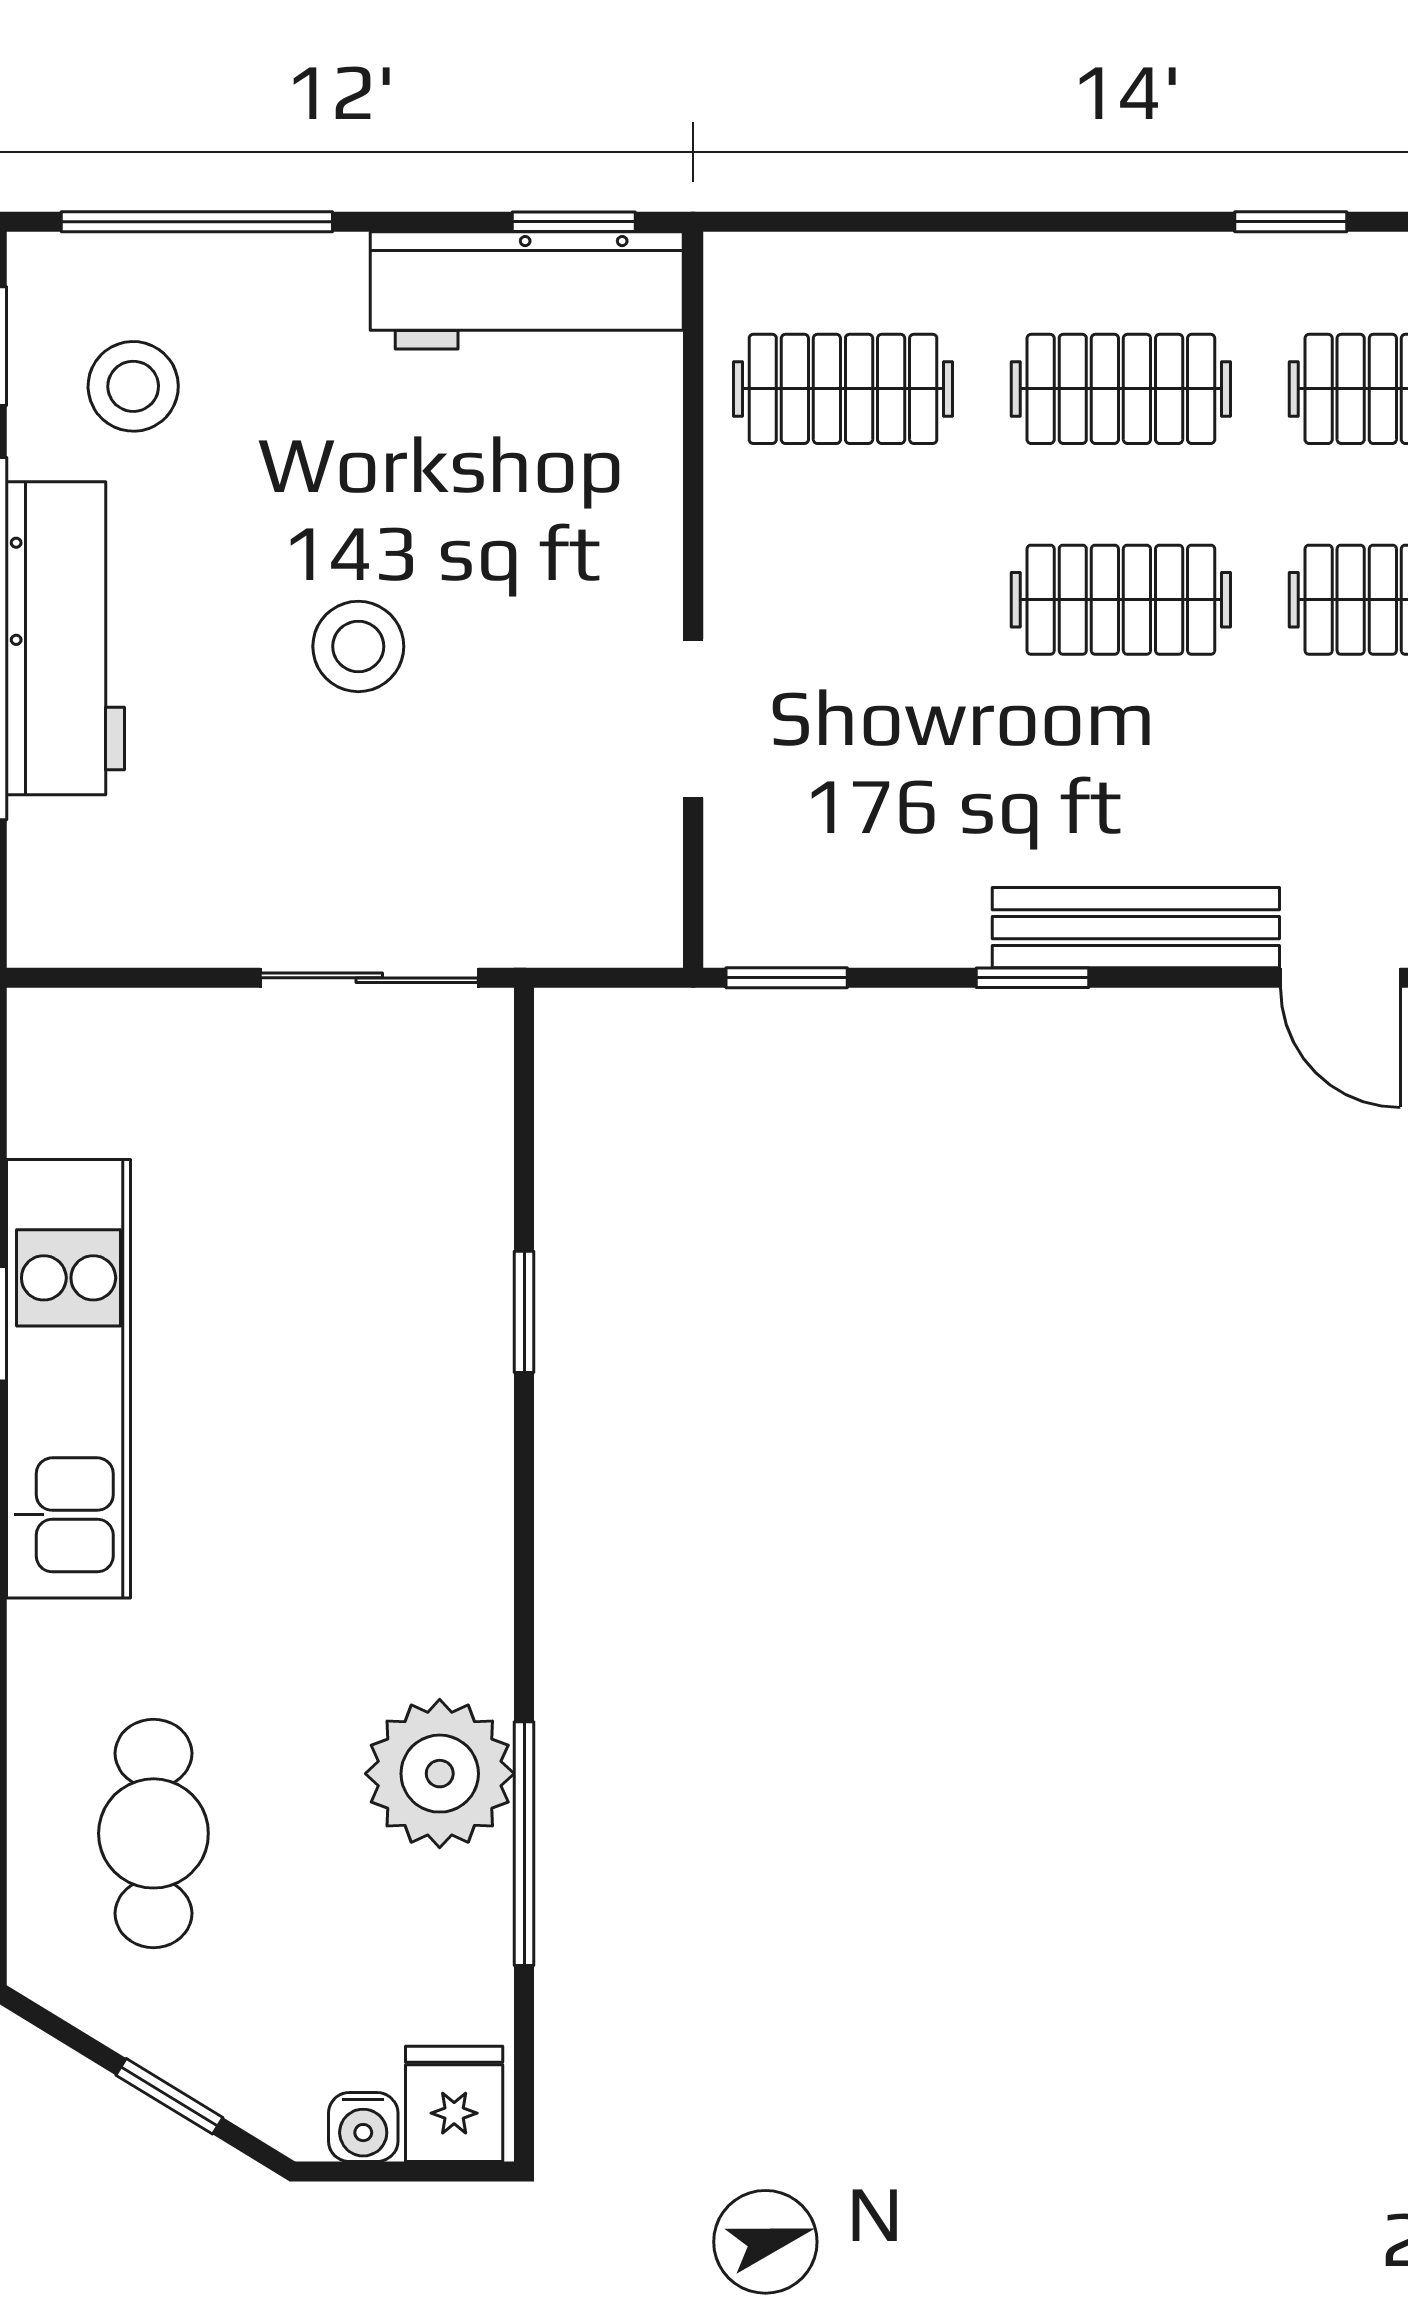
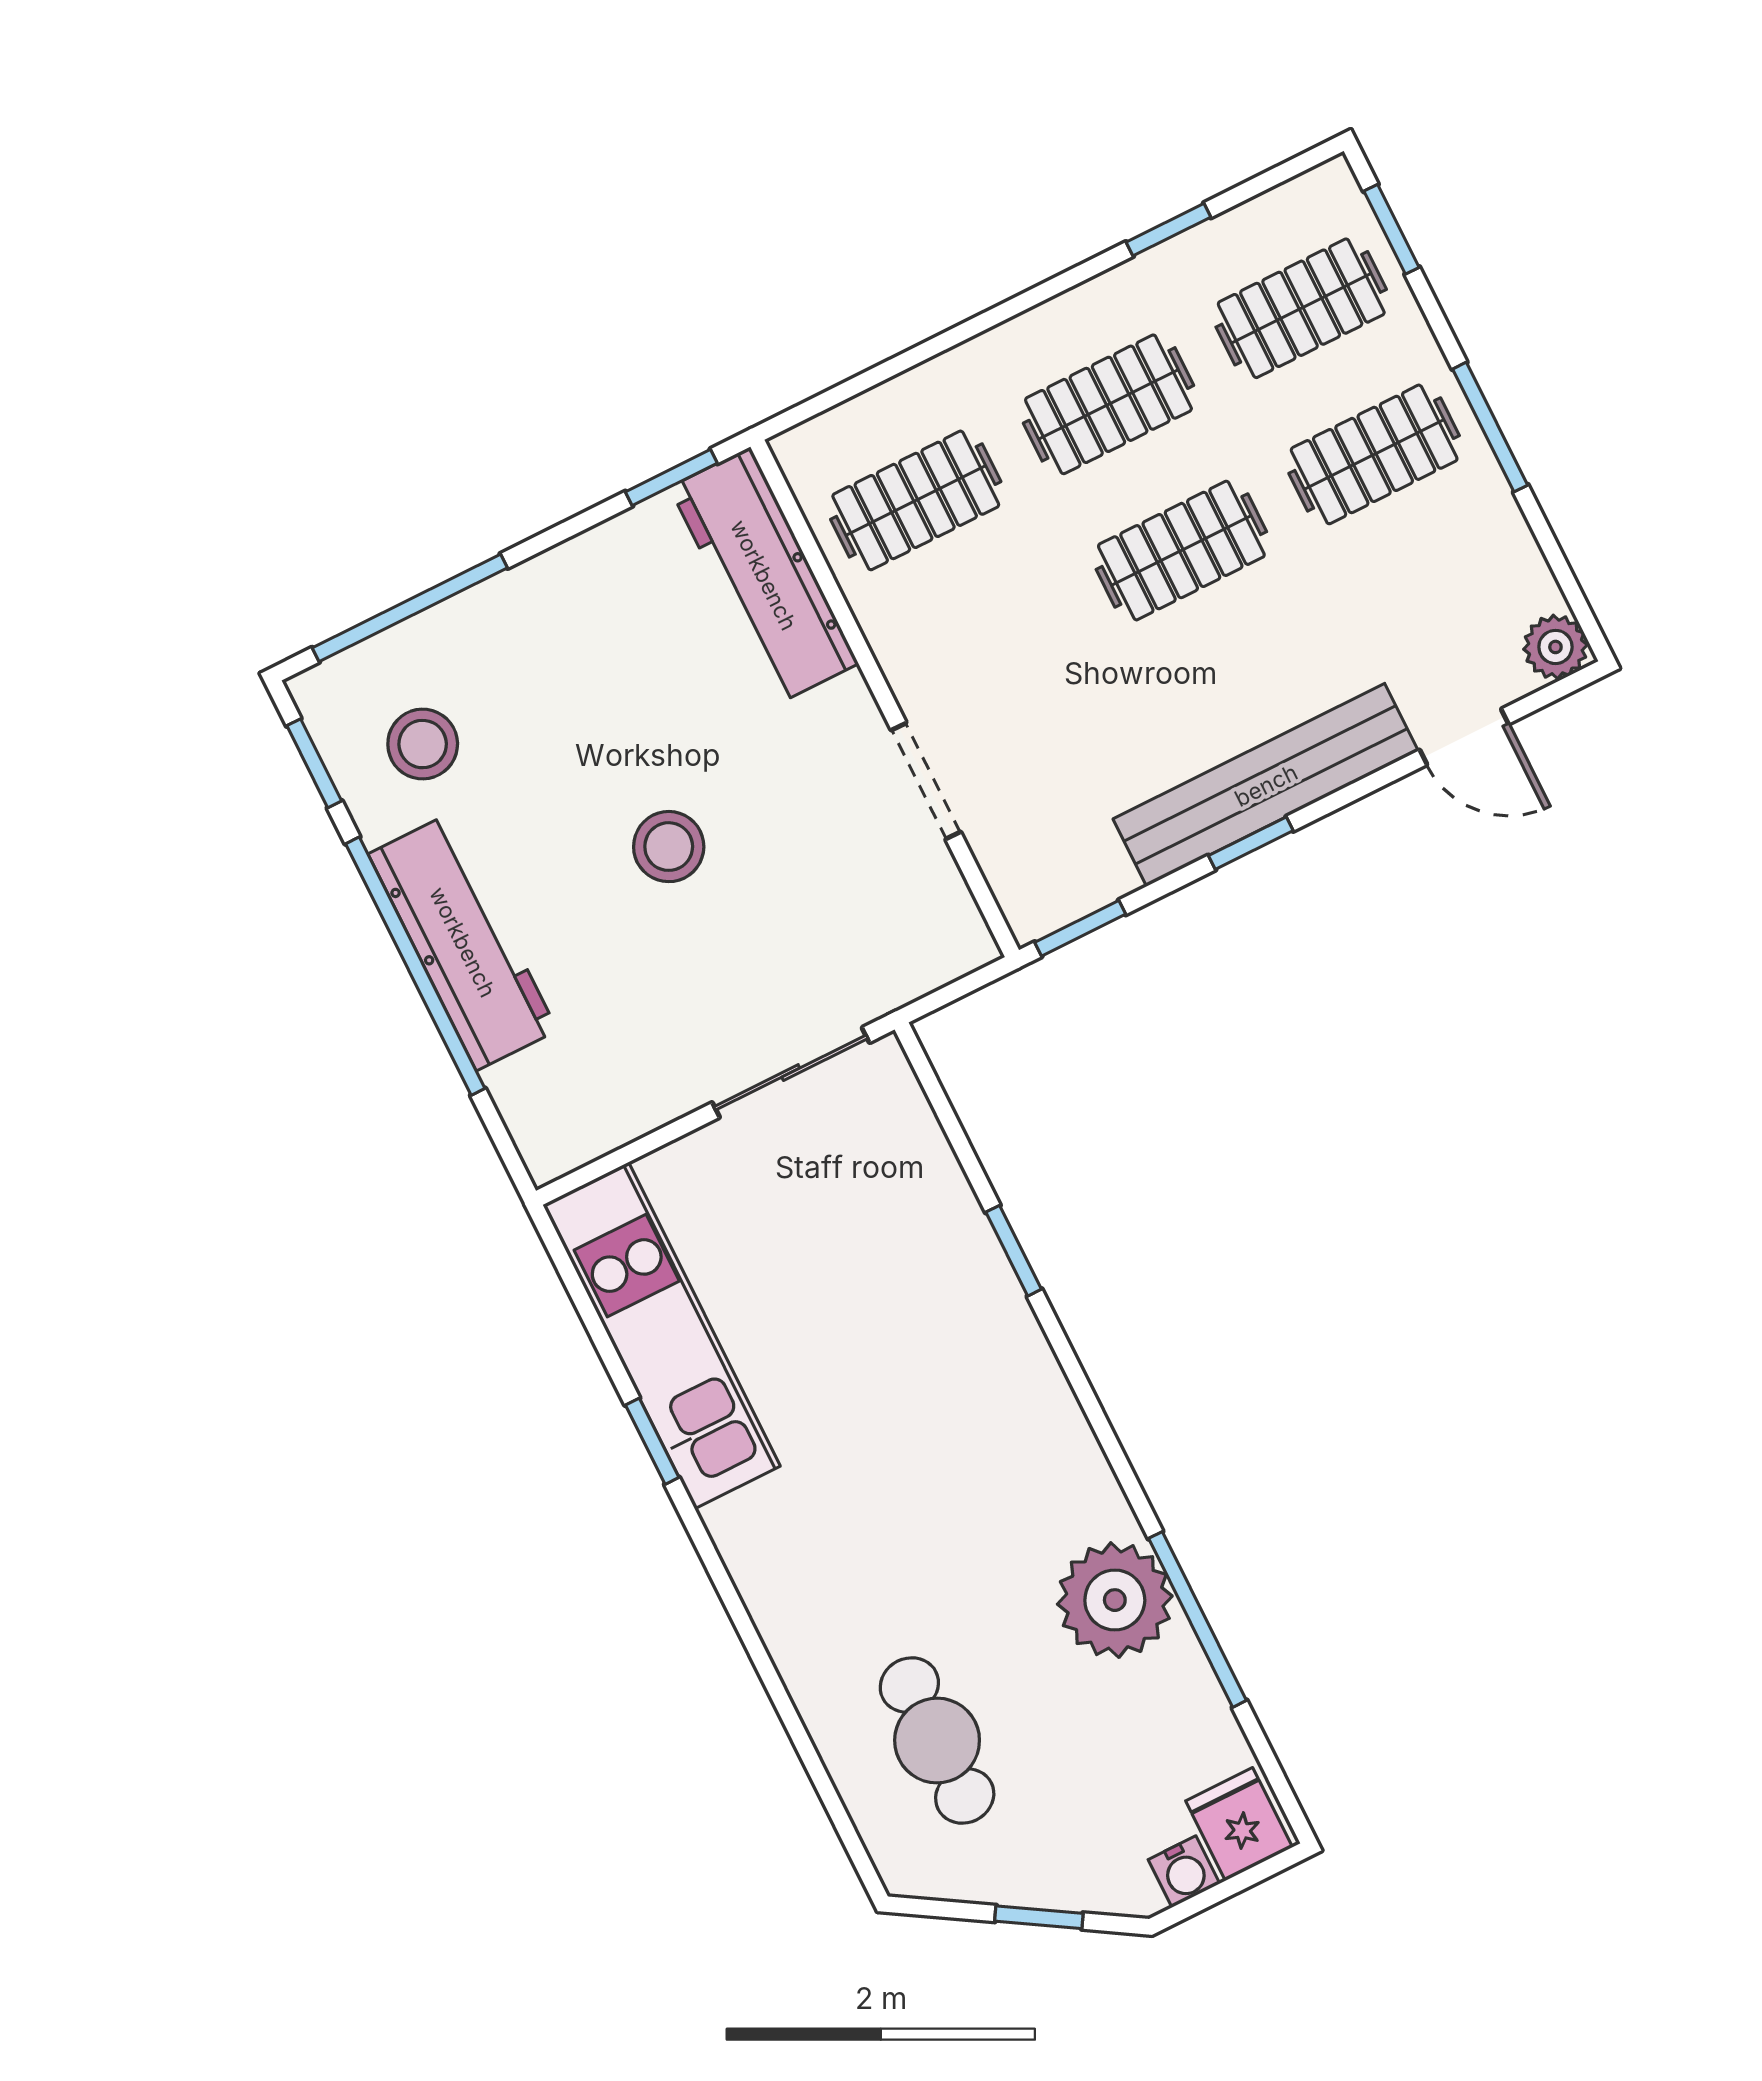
workbench: (527, 290) -> (764, 575), moved, turned 90
bench: (1136, 928) -> (1266, 785), width x1.37, depth x1.21
kitchen unit: (69, 1379) -> (662, 1336), moved

